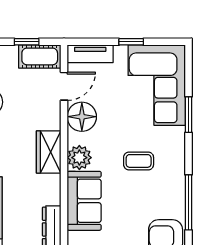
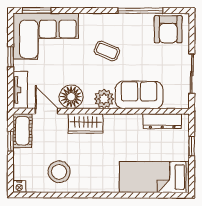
window: (189, 115) -> (37, 10), moved
wardrobe: (49, 152) -> (86, 124), moved
coffee table: (139, 161) -> (107, 51), turned -68

